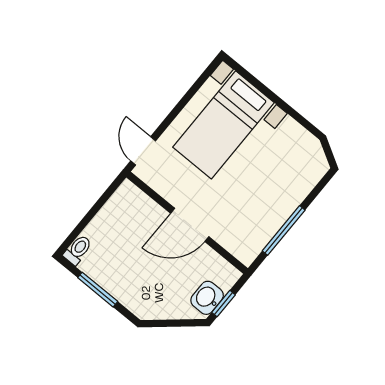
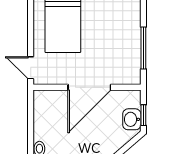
door: (190, 225) -> (89, 87), width x1.36

